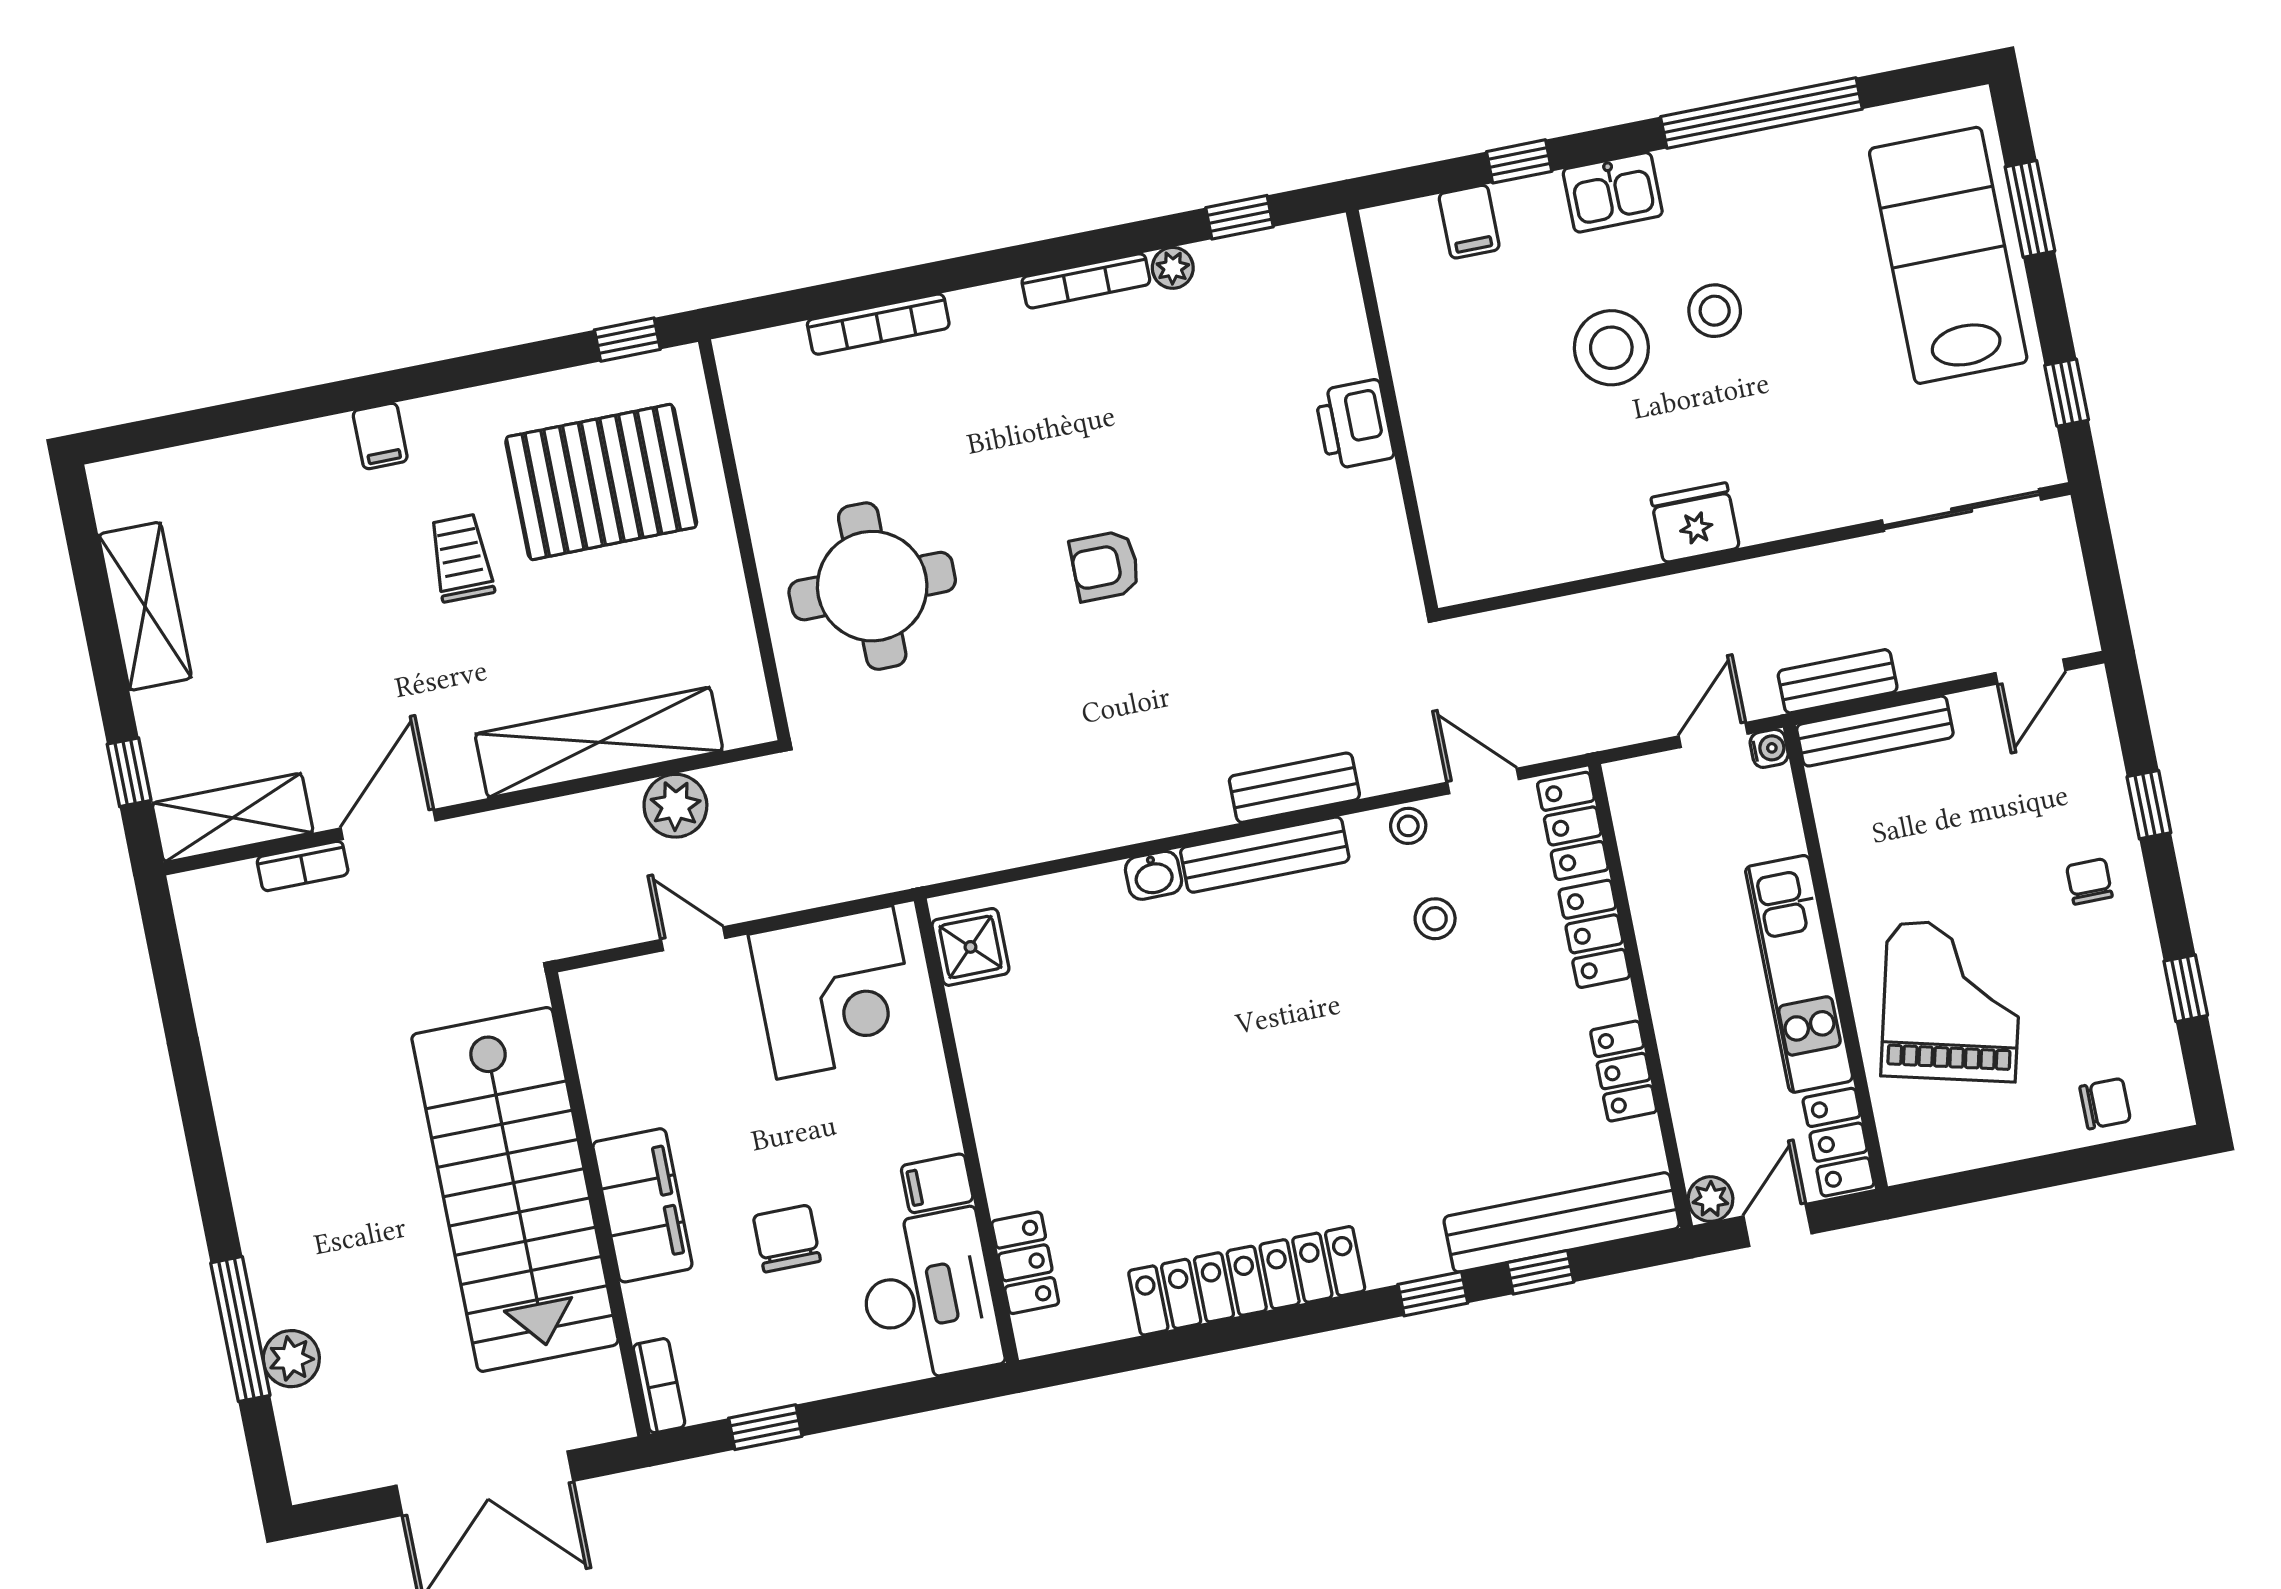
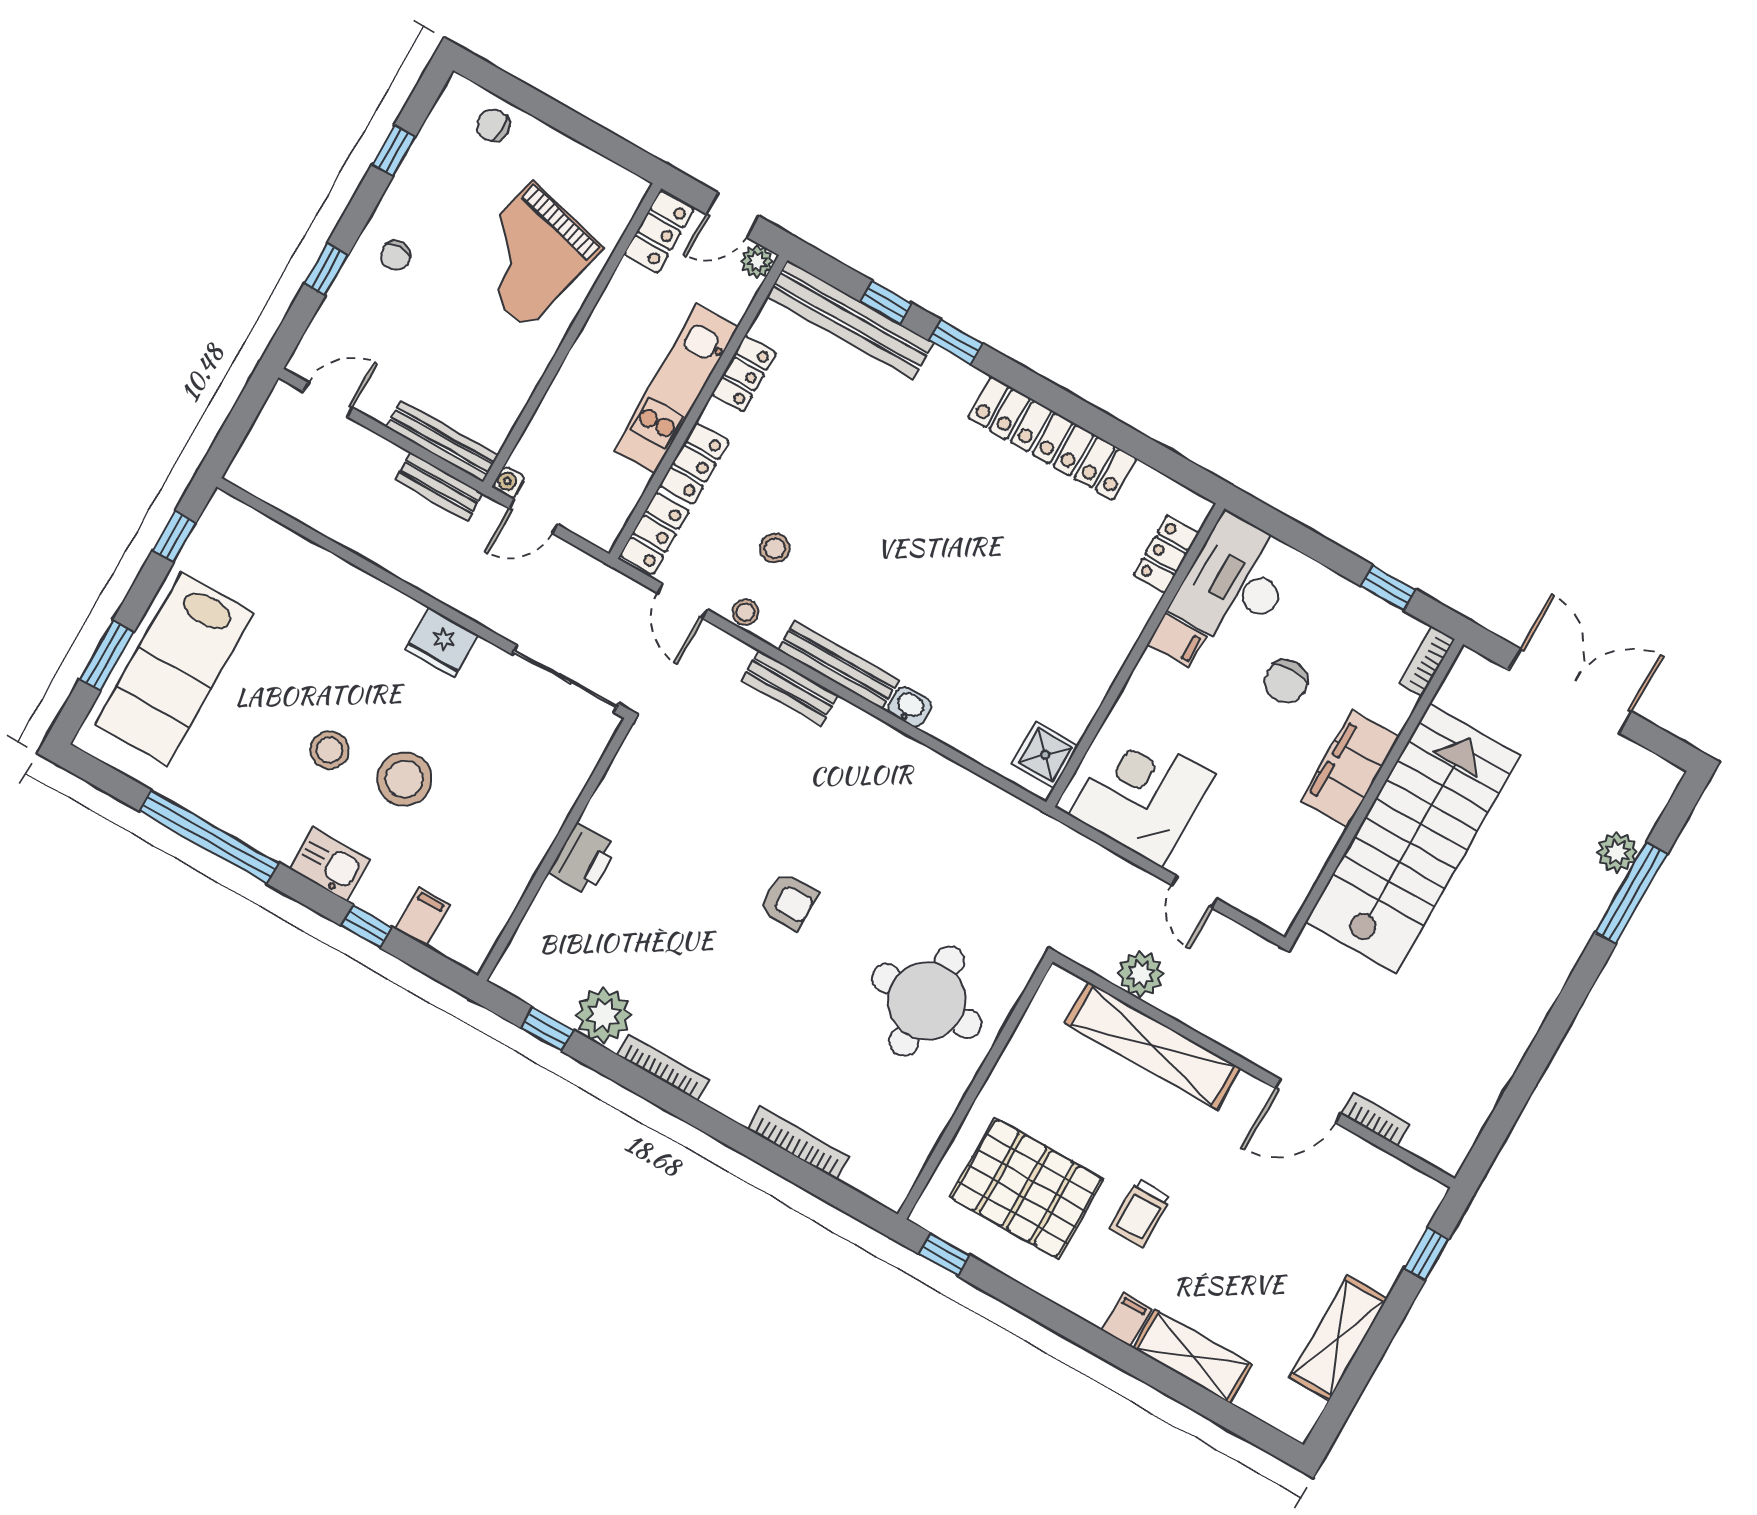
plant: (1173, 268) -> (604, 1015), width x1.87, depth x1.87
sliding door: (1962, 510) -> (565, 679), moved
shelving: (233, 818) -> (1193, 1356), moved
kitchen unit: (1799, 974) -> (676, 389), moved, turned 180

